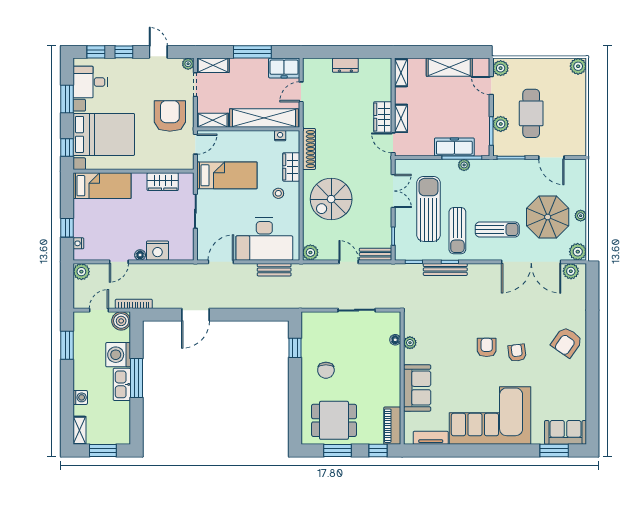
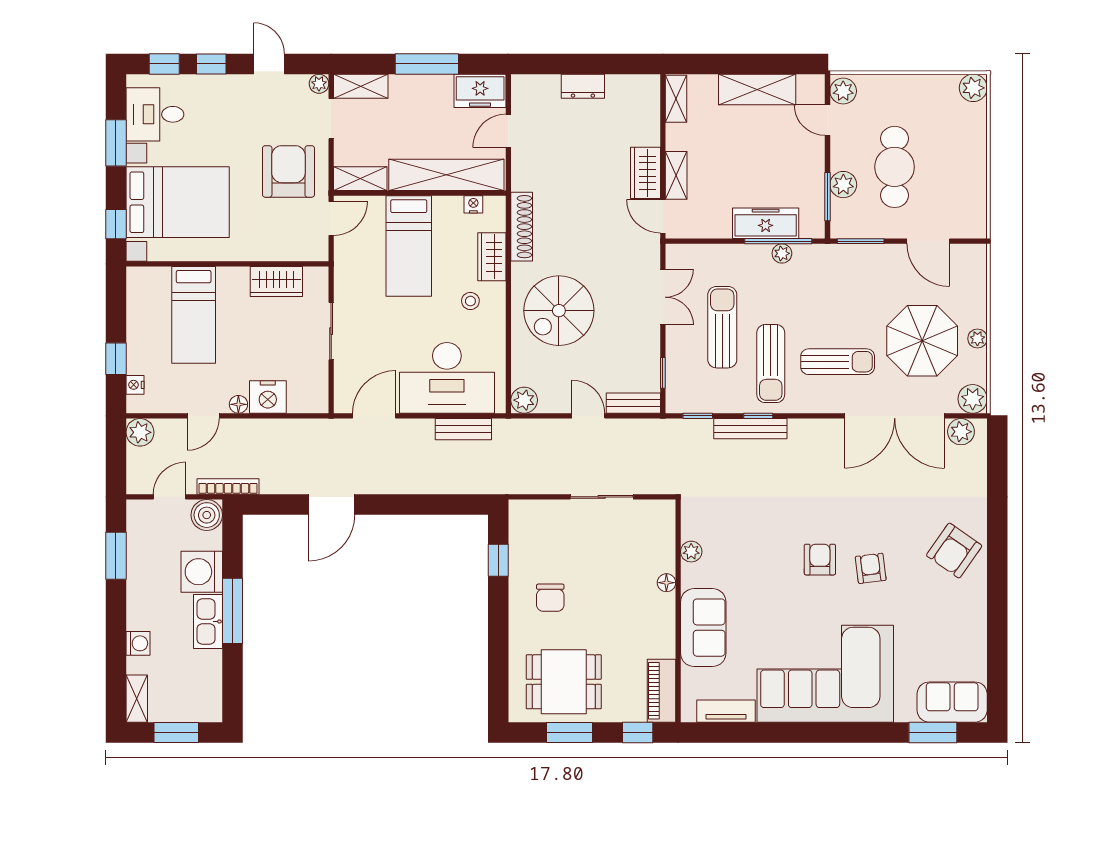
bed: (227, 175) -> (409, 246), moved, turned 90
bed: (102, 186) -> (194, 315), moved, turned 90
sun lounger: (429, 209) -> (722, 327), width x0.73, depth x0.75
floor lamp: (395, 340) -> (666, 583), moved

